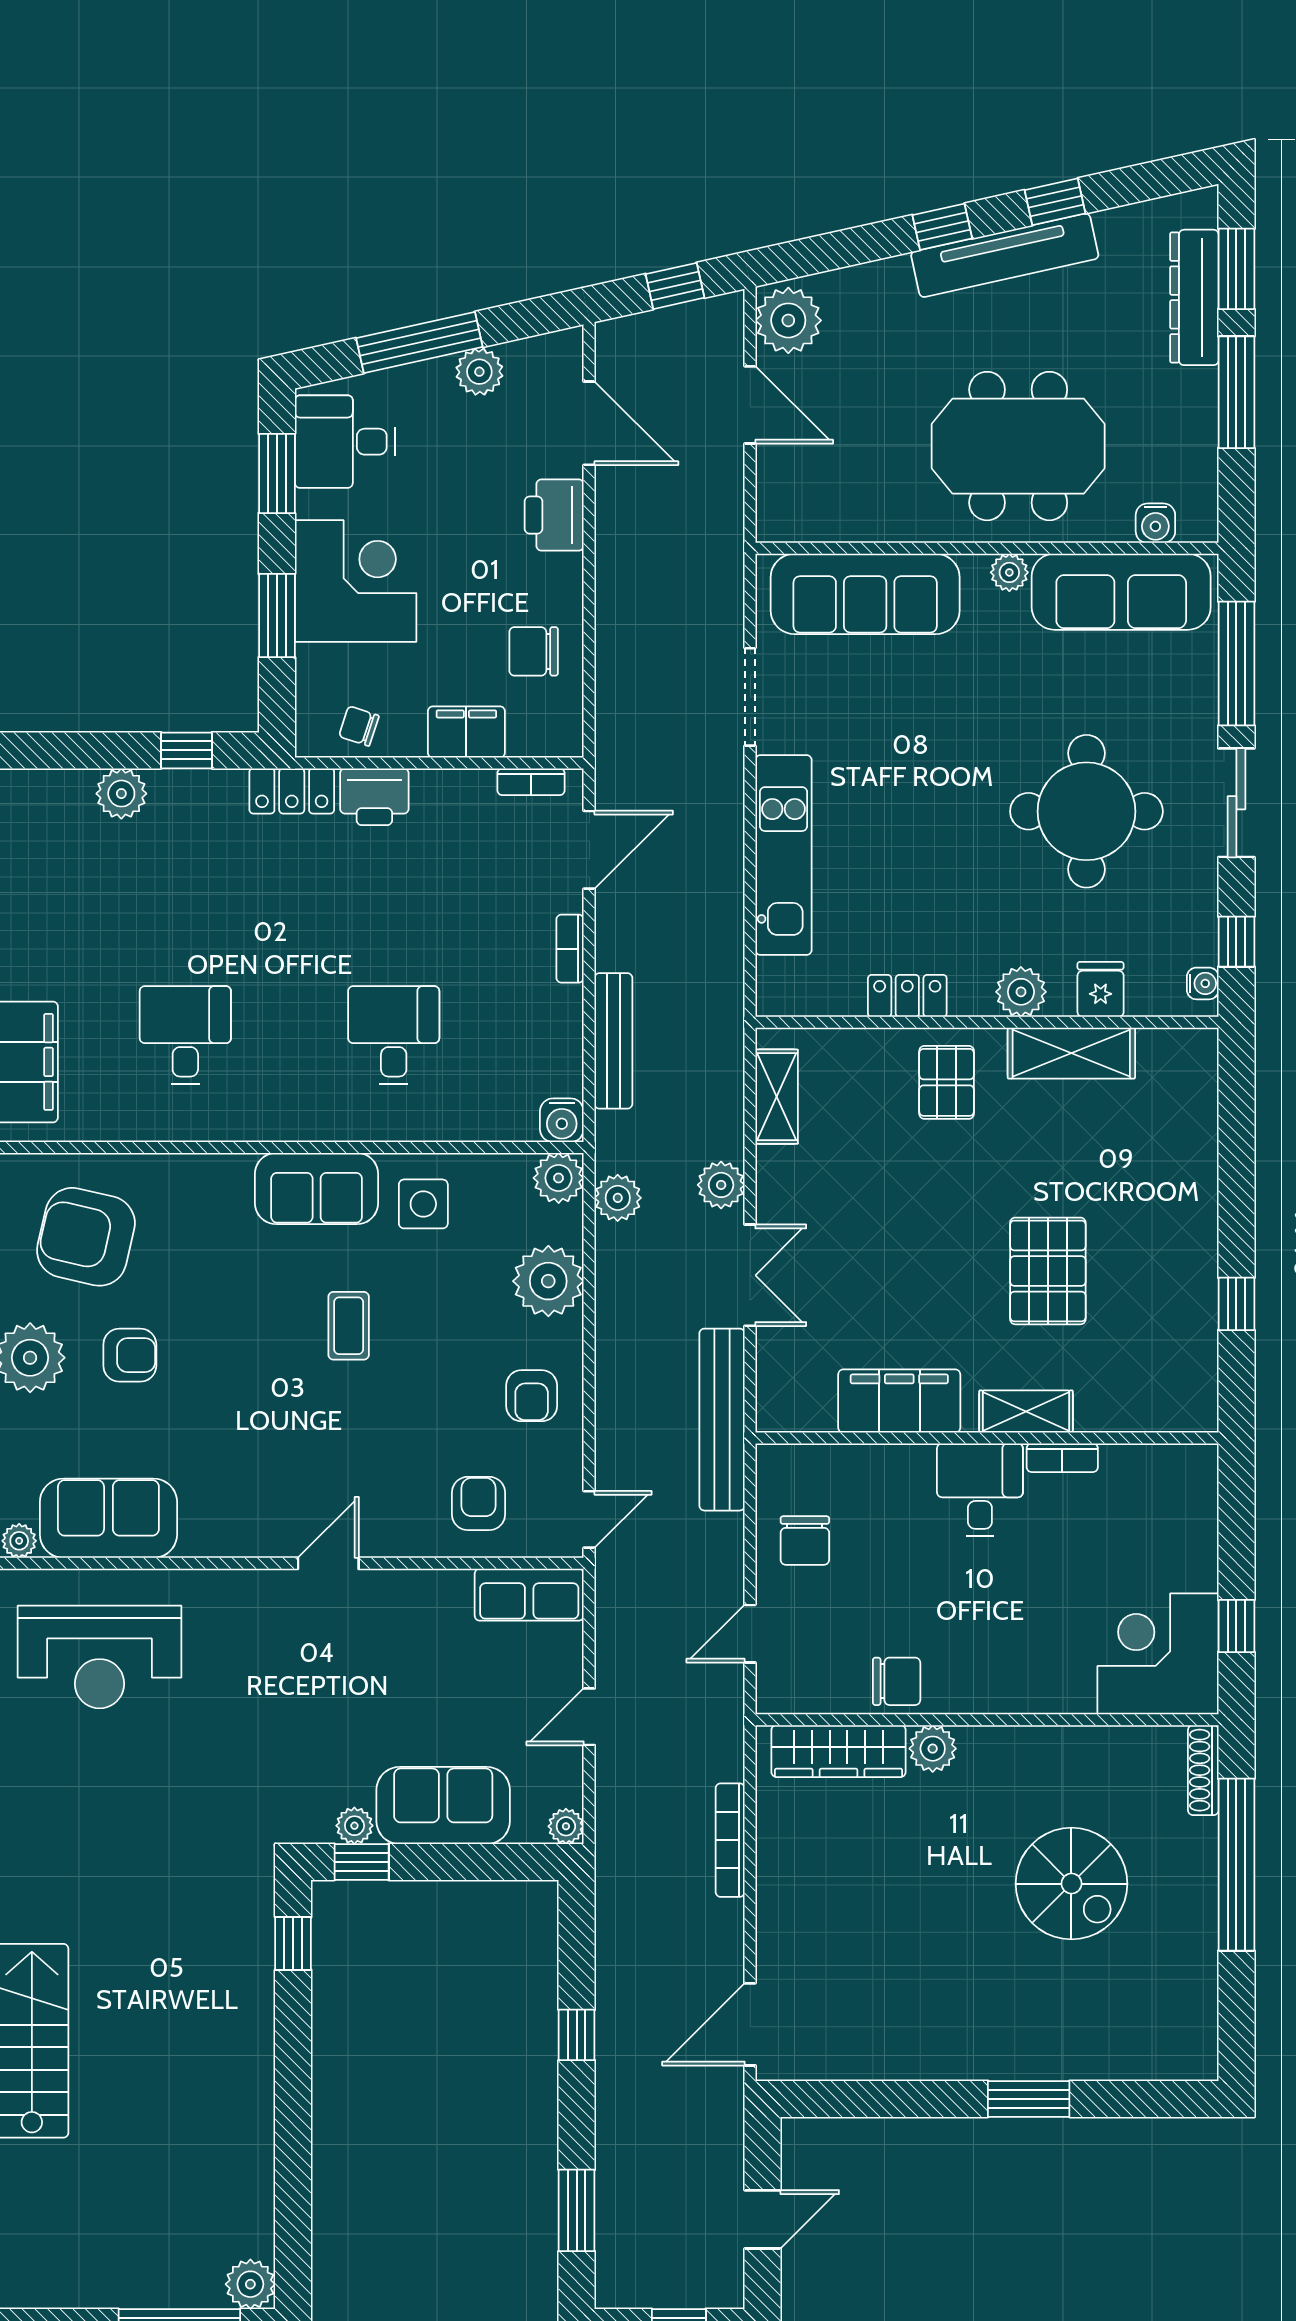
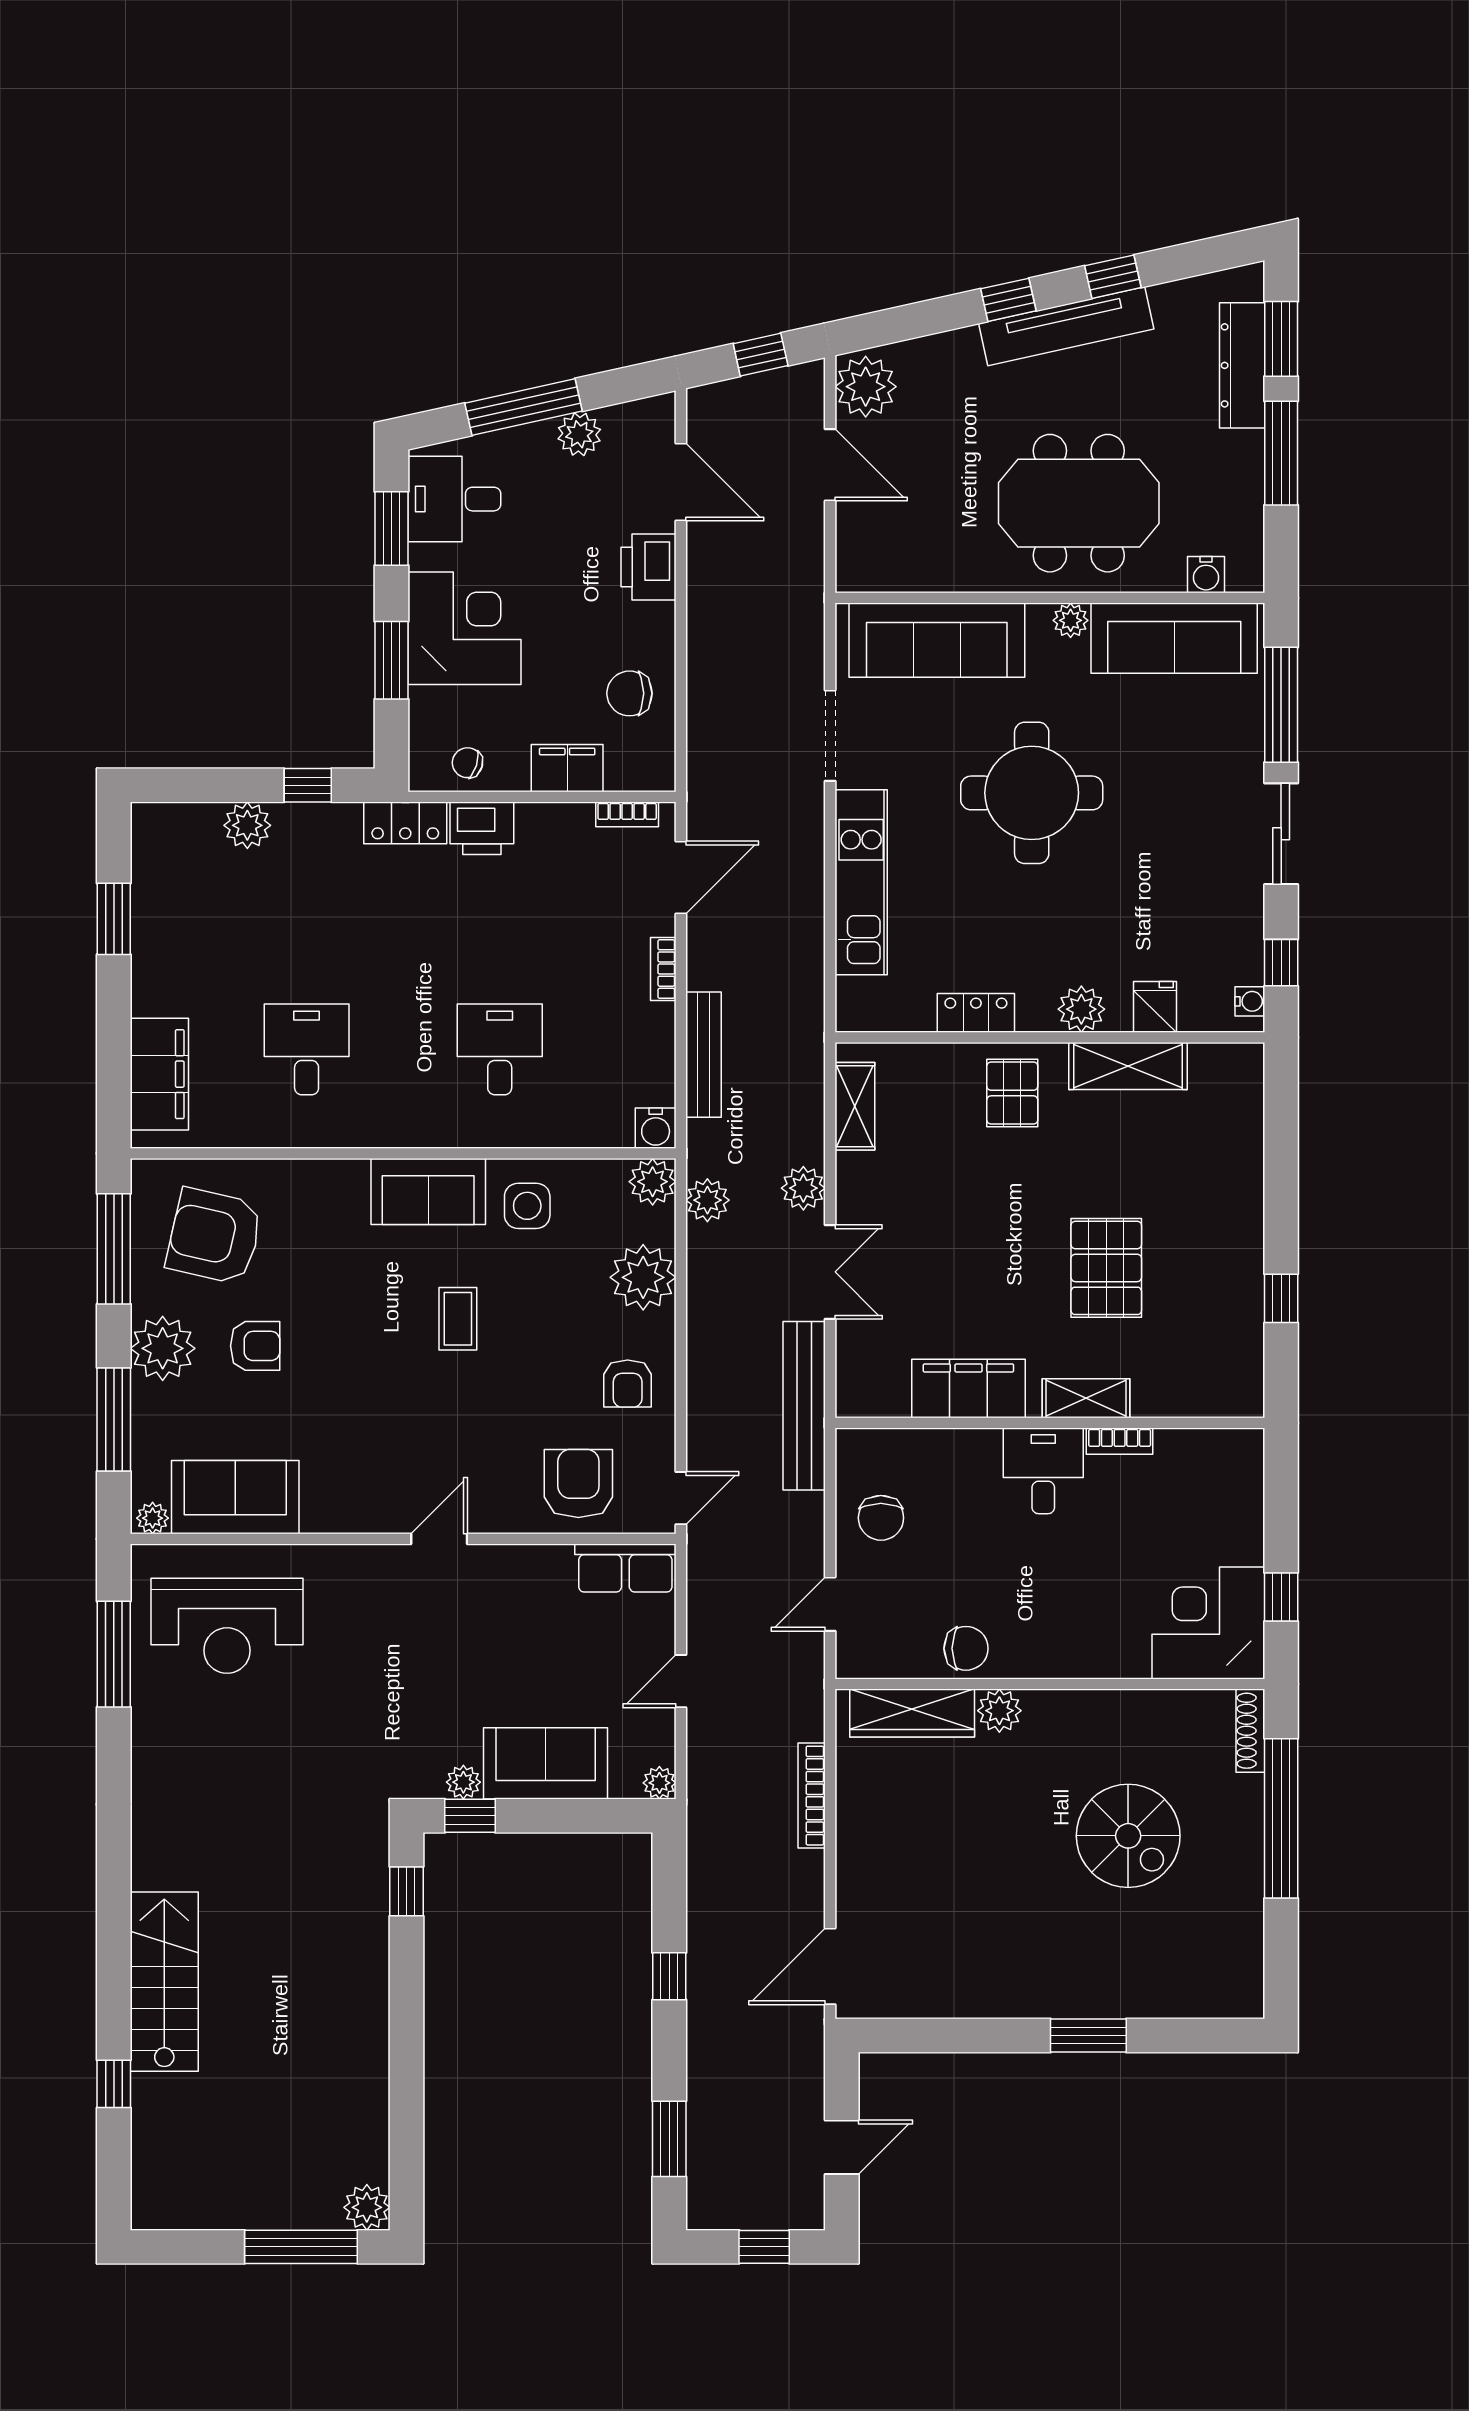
round table: (1086, 811) -> (1032, 793), moved
armchair: (479, 1503) -> (578, 1483), width x1.38, depth x1.38

